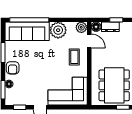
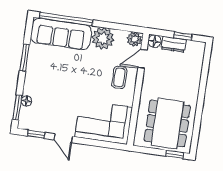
door: (89, 41) -> (143, 59), swing flipped
armchair: (13, 68) -> (34, 80), removed

